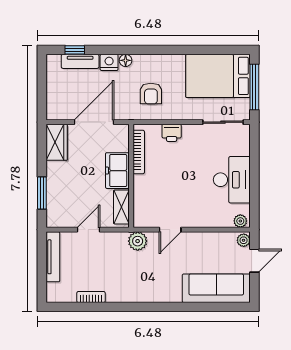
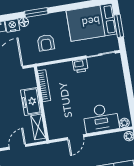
window: (145, 50) -> (36, 12), added
window: (254, 87) -> (119, 26), width x0.69
printer: (172, 133) -> (80, 66), moved
desk: (232, 180) -> (101, 118), moved, turned 90
plant: (138, 241) -> (54, 149), removed

